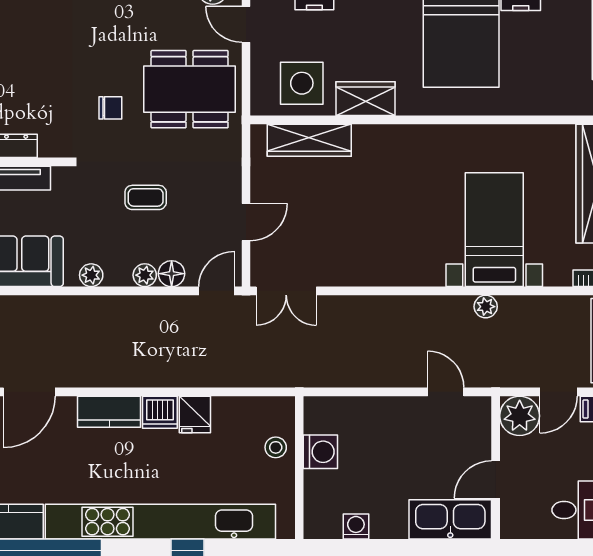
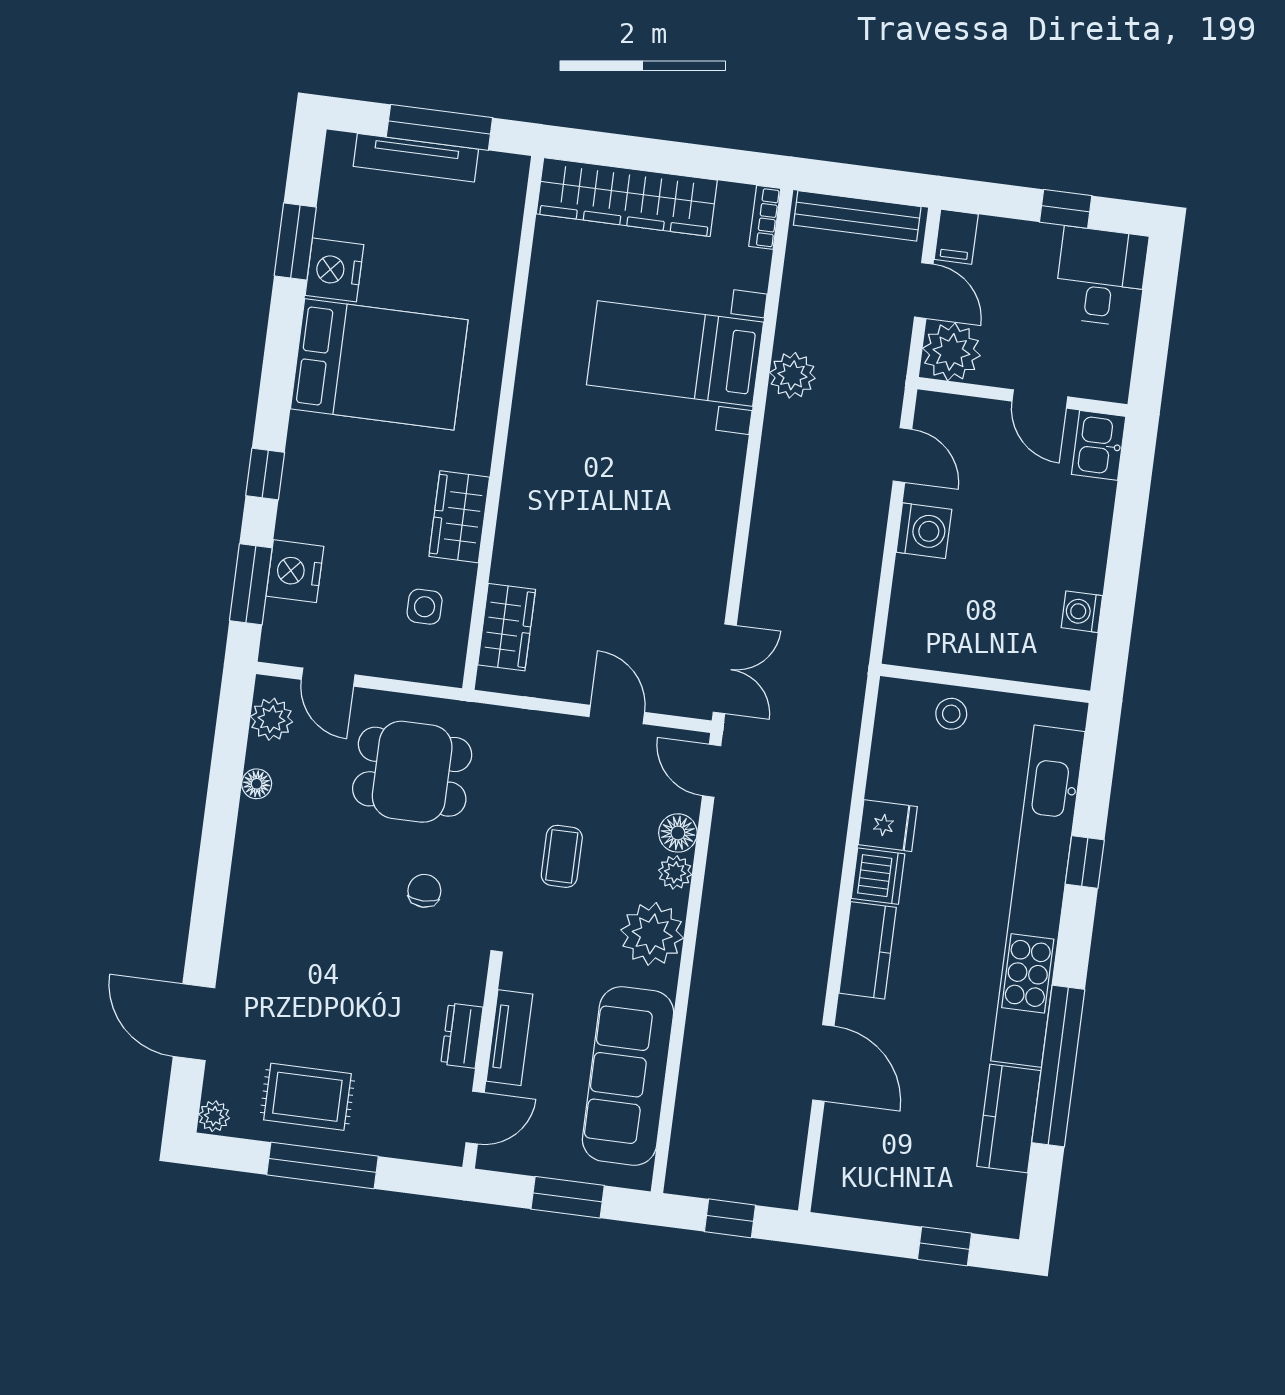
door: (246, 24) -> (328, 677), hinge flipped
side table: (302, 83) -> (425, 607), width x0.54, depth x0.54
dining table: (190, 89) -> (412, 772), width x0.73
wardrobe: (309, 140) -> (507, 627), width x0.67
plant: (91, 275) -> (652, 934), width x1.87, depth x1.87
plant: (486, 307) -> (792, 375), width x1.38, depth x1.38
door: (446, 392) -> (902, 455), swing flipped
washing machine: (320, 452) -> (924, 531), moved, turned 90
kitchen sink: (450, 519) -> (1099, 445), width x0.53, depth x0.81

